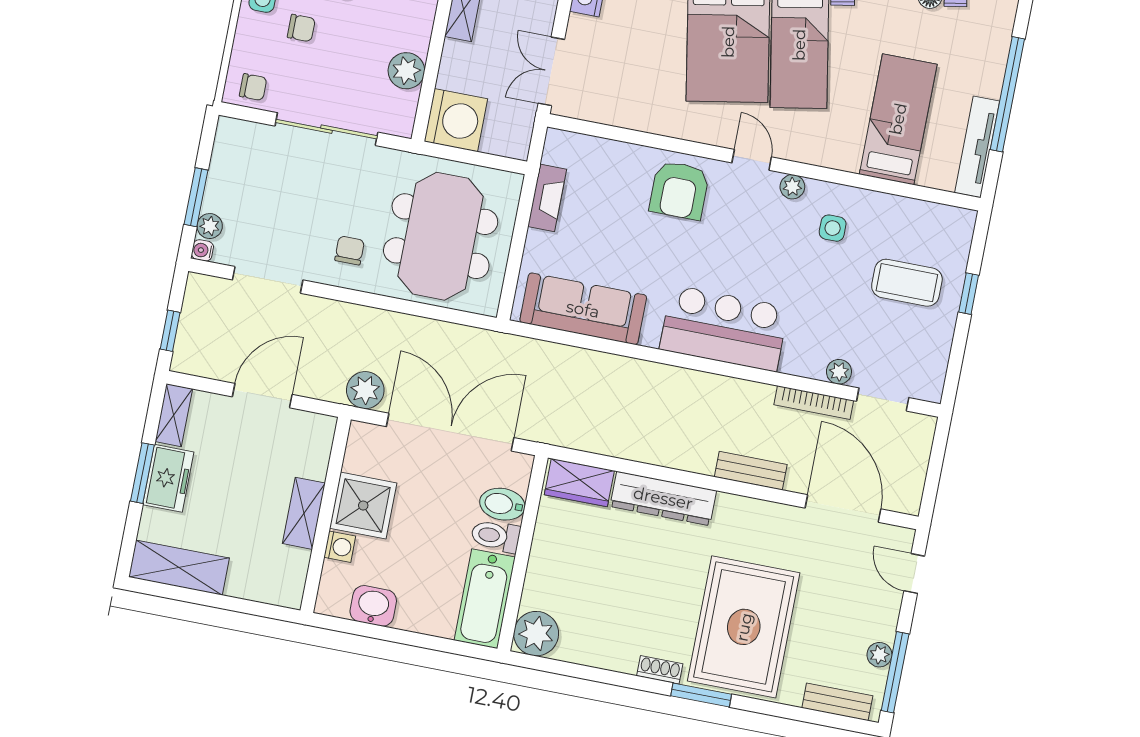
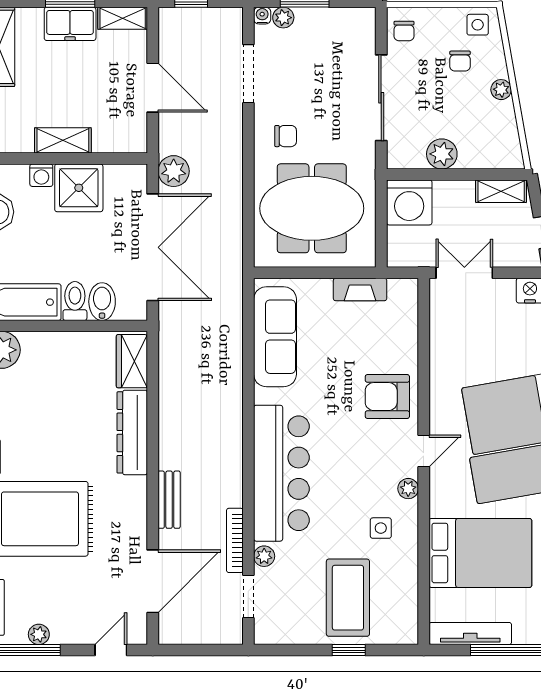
bed: (898, 119) -> (480, 553), width x1.50
coffee table: (907, 283) -> (348, 598), width x1.36, depth x1.32
bar counter: (724, 328) -> (281, 473), width x1.36

